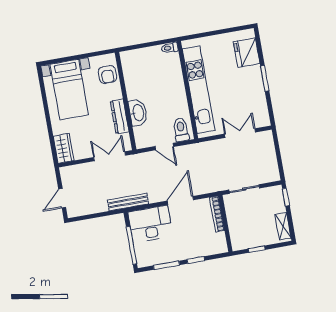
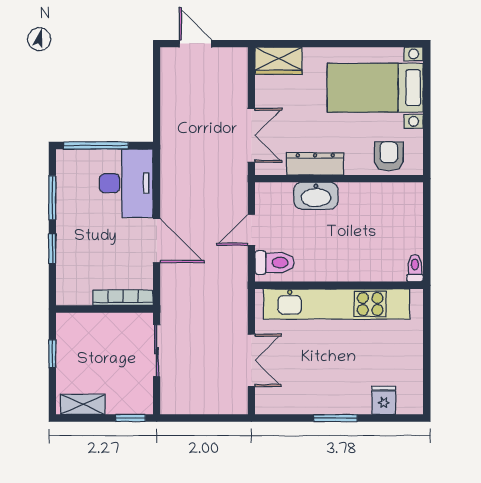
fridge: (247, 53) -> (384, 400), width x0.53, depth x0.75
armchair: (108, 74) -> (389, 156), turned 90
bench: (128, 202) -> (170, 152), removed

